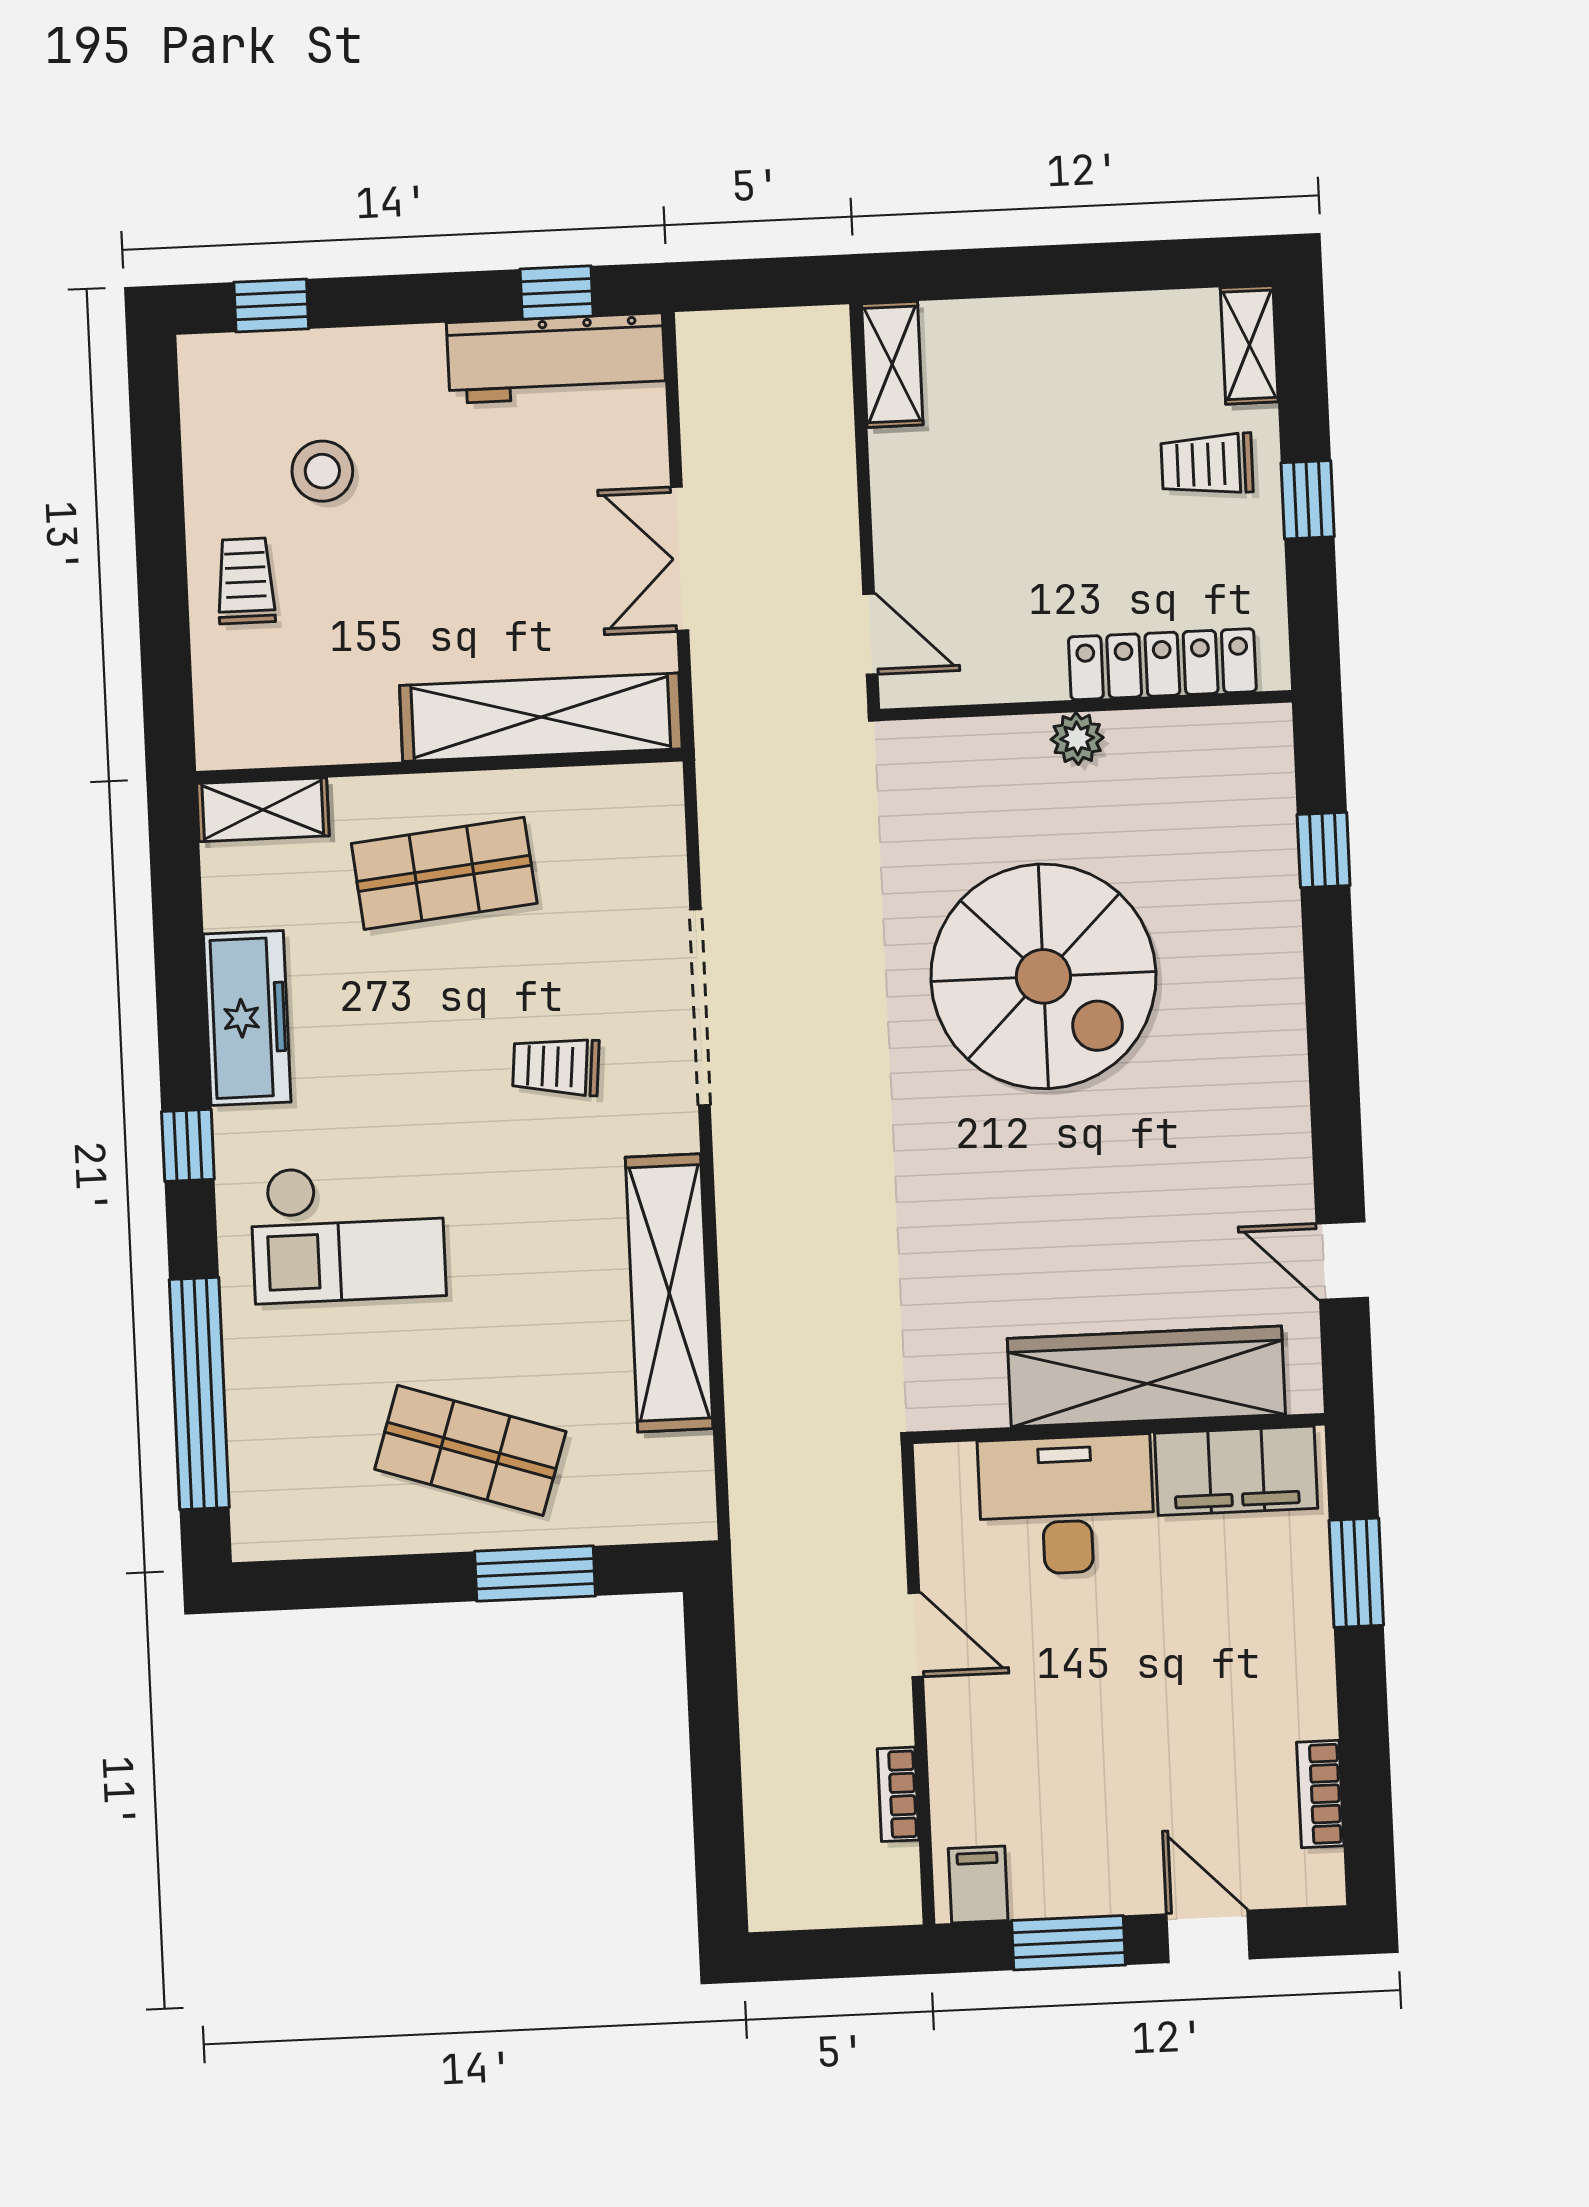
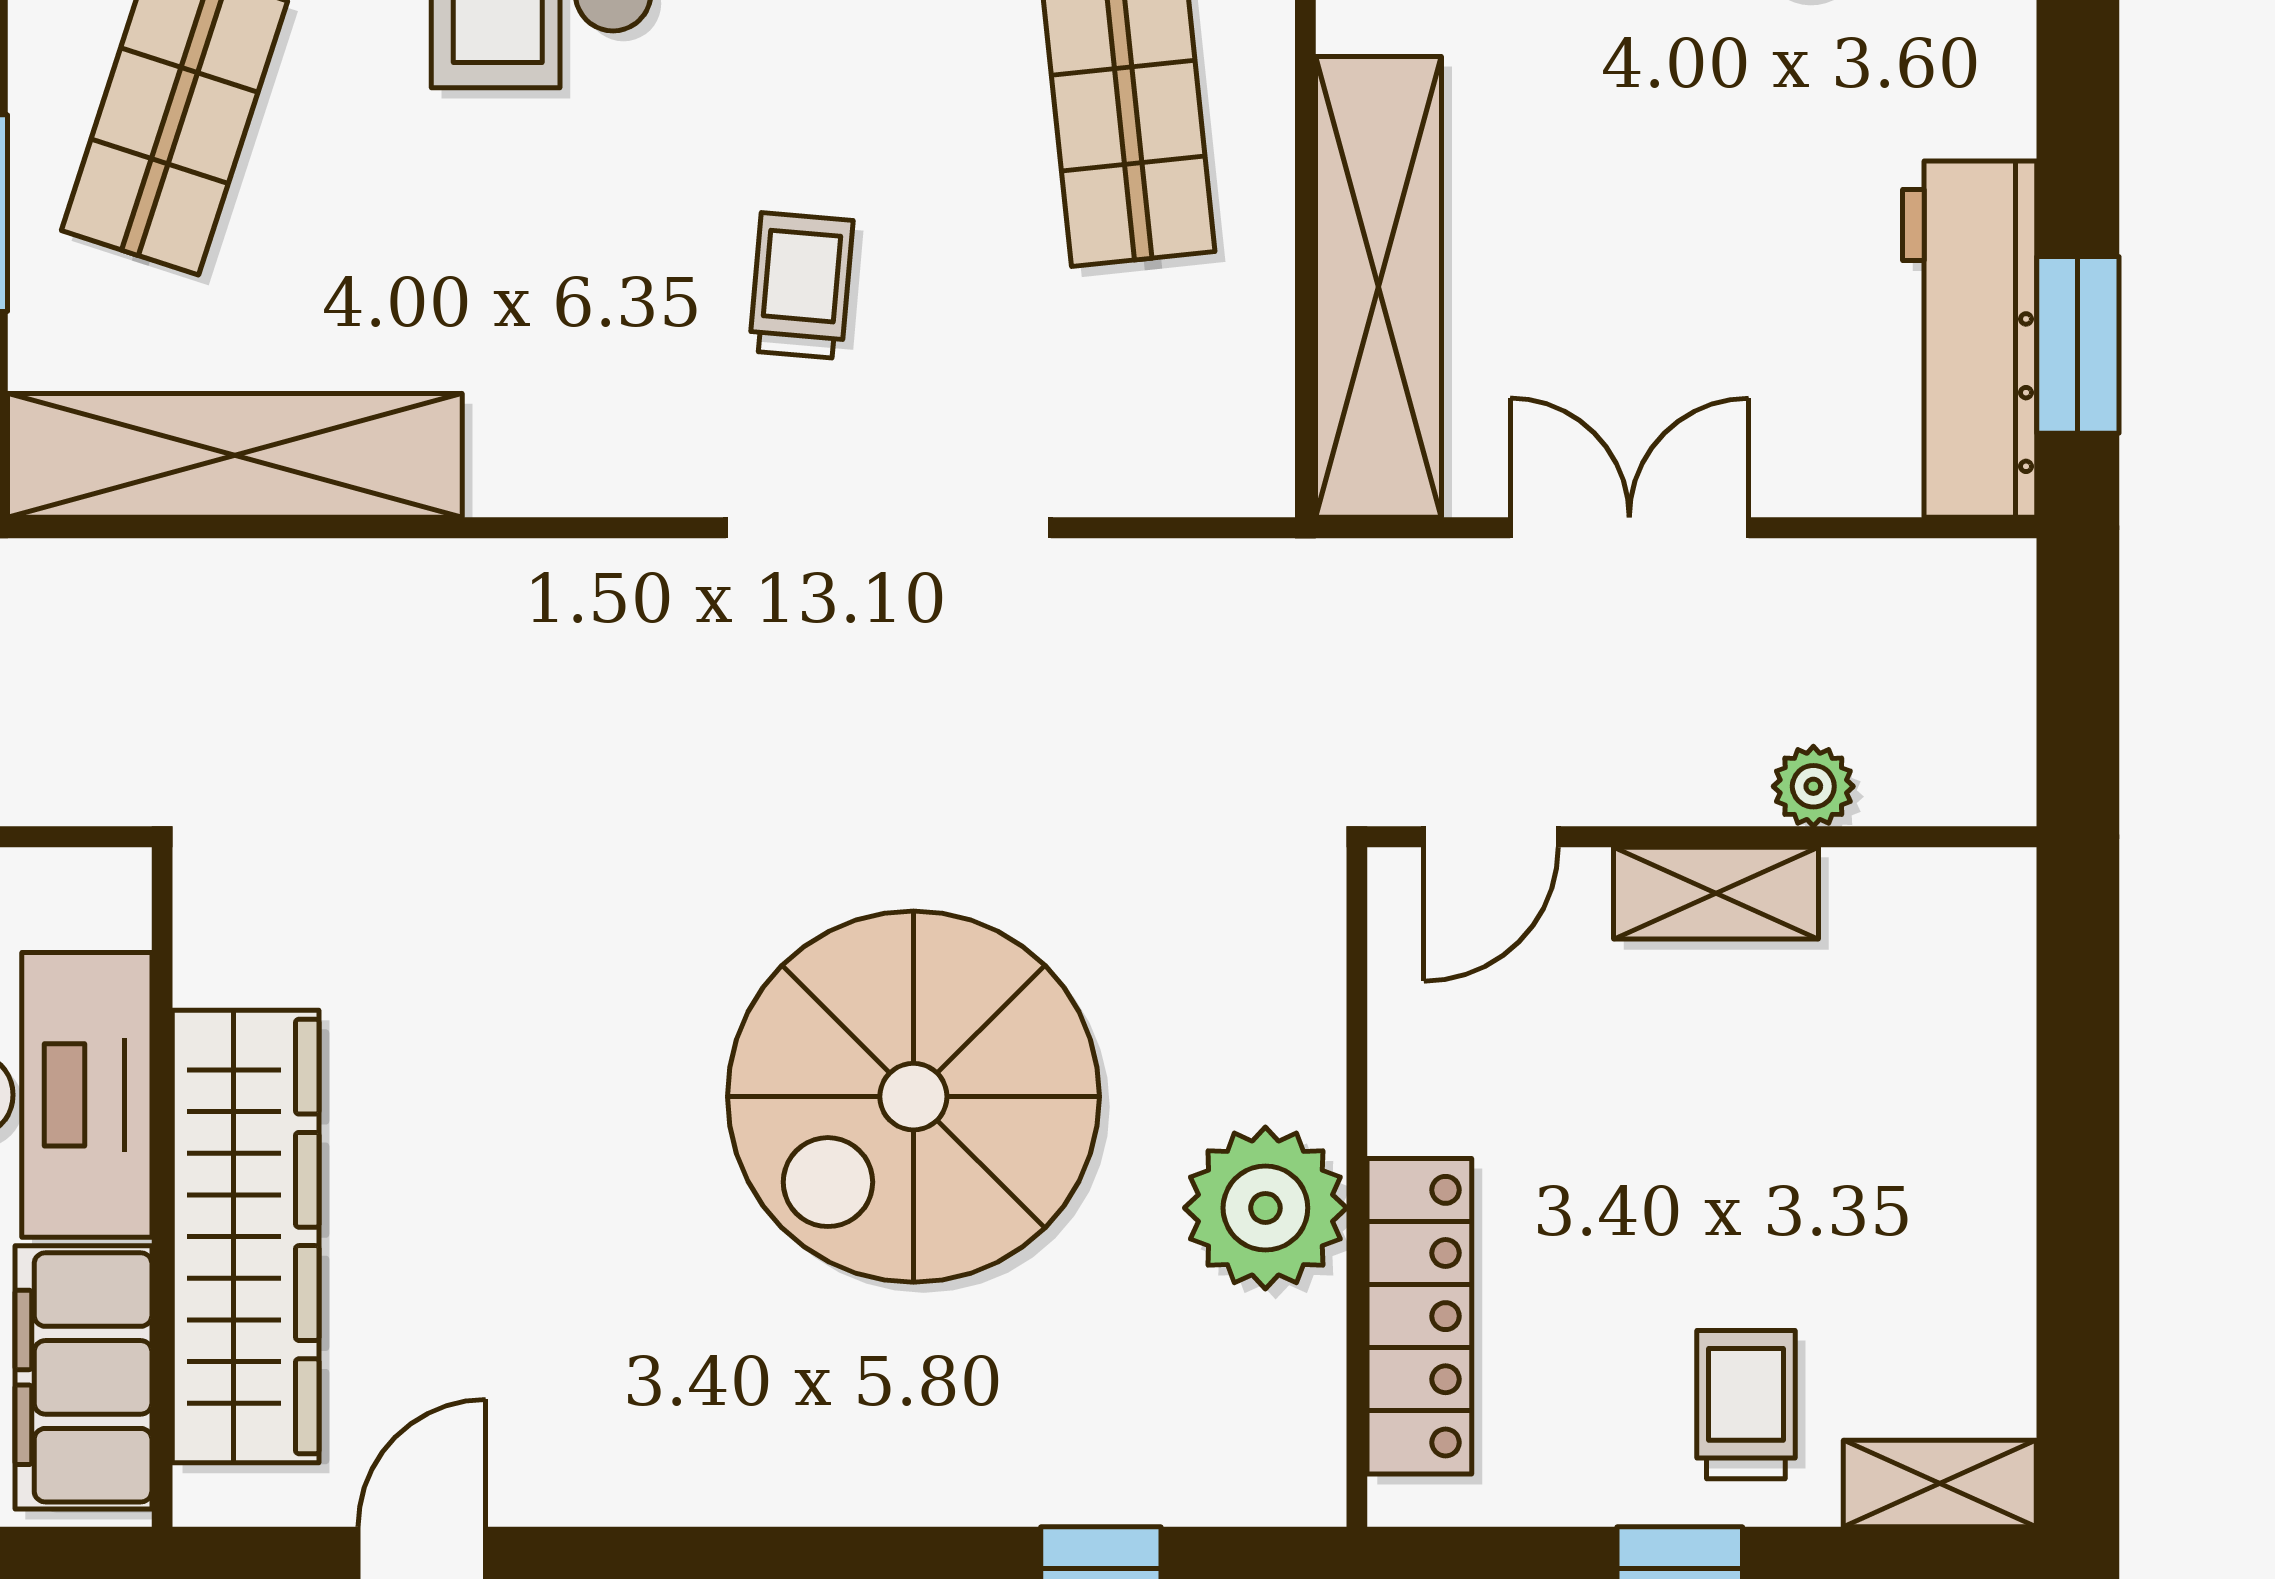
window: (557, 293) -> (2078, 345), width x1.50
shelving: (892, 364) -> (1716, 893), moved
plant: (831, 440) -> (1813, 786), added
plant: (1077, 738) -> (1265, 1208), width x1.88, depth x1.88
shelving: (669, 1293) -> (235, 455), moved

